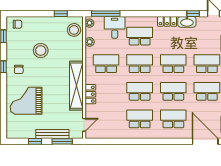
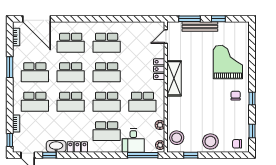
stool: (41, 51) -> (210, 141), moved
shelving: (76, 86) -> (174, 78), width x0.68
grand piano: (26, 101) -> (228, 62), turned -90

